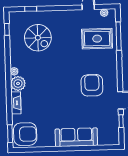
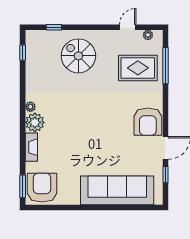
spiral stairs: (38, 38) -> (78, 56), moved, turned 180
armchair: (92, 85) -> (148, 122), moved, turned 180
armchair: (25, 134) -> (42, 188), turned -90
sofa: (76, 137) -> (117, 190), width x1.36, depth x1.27

